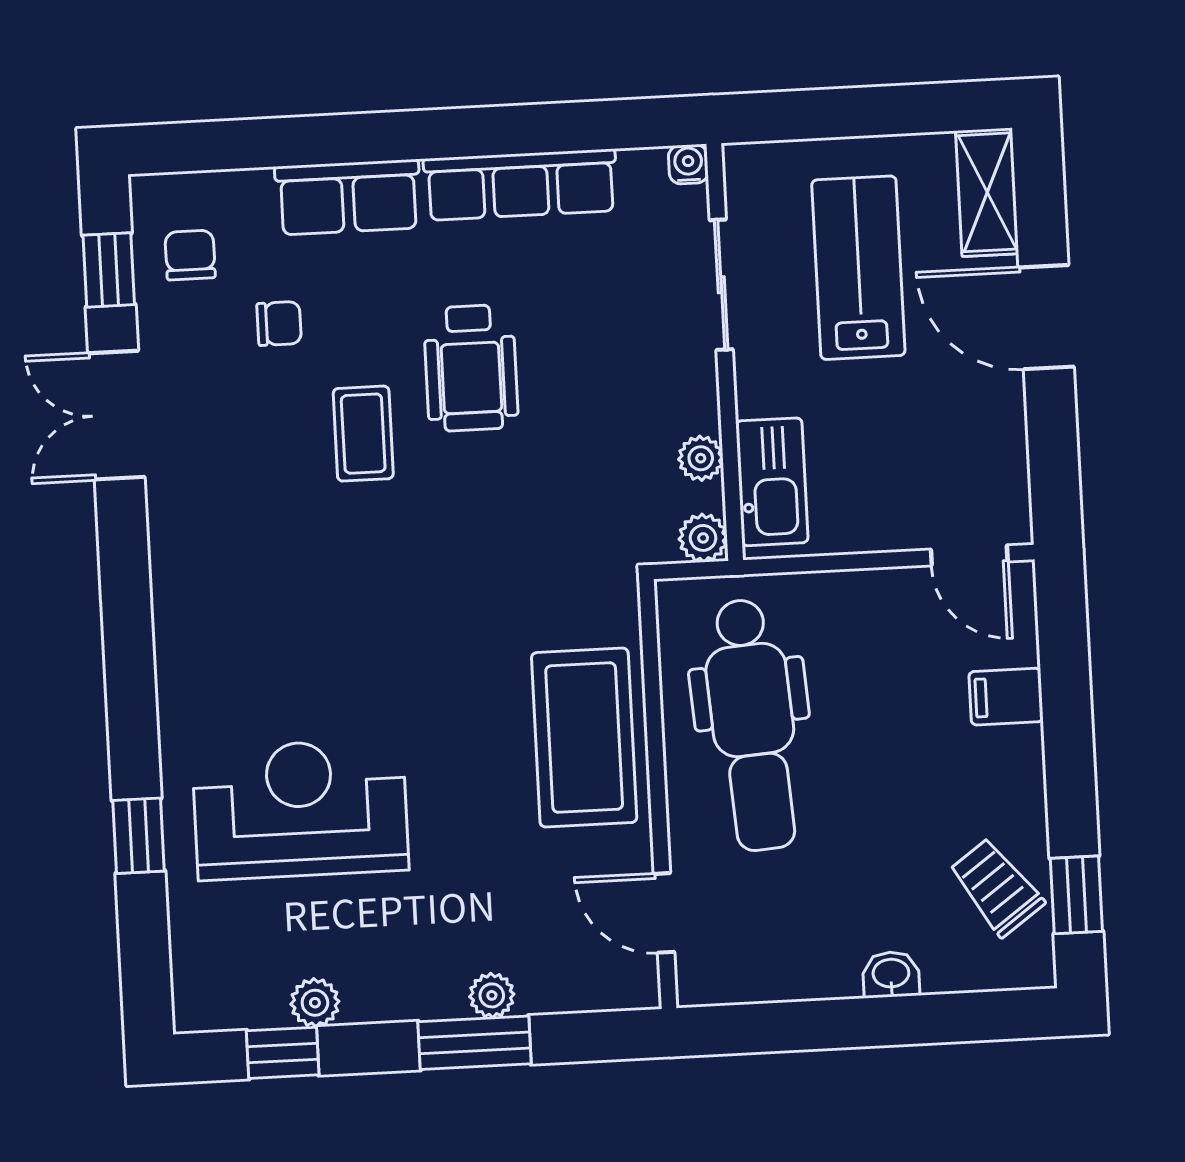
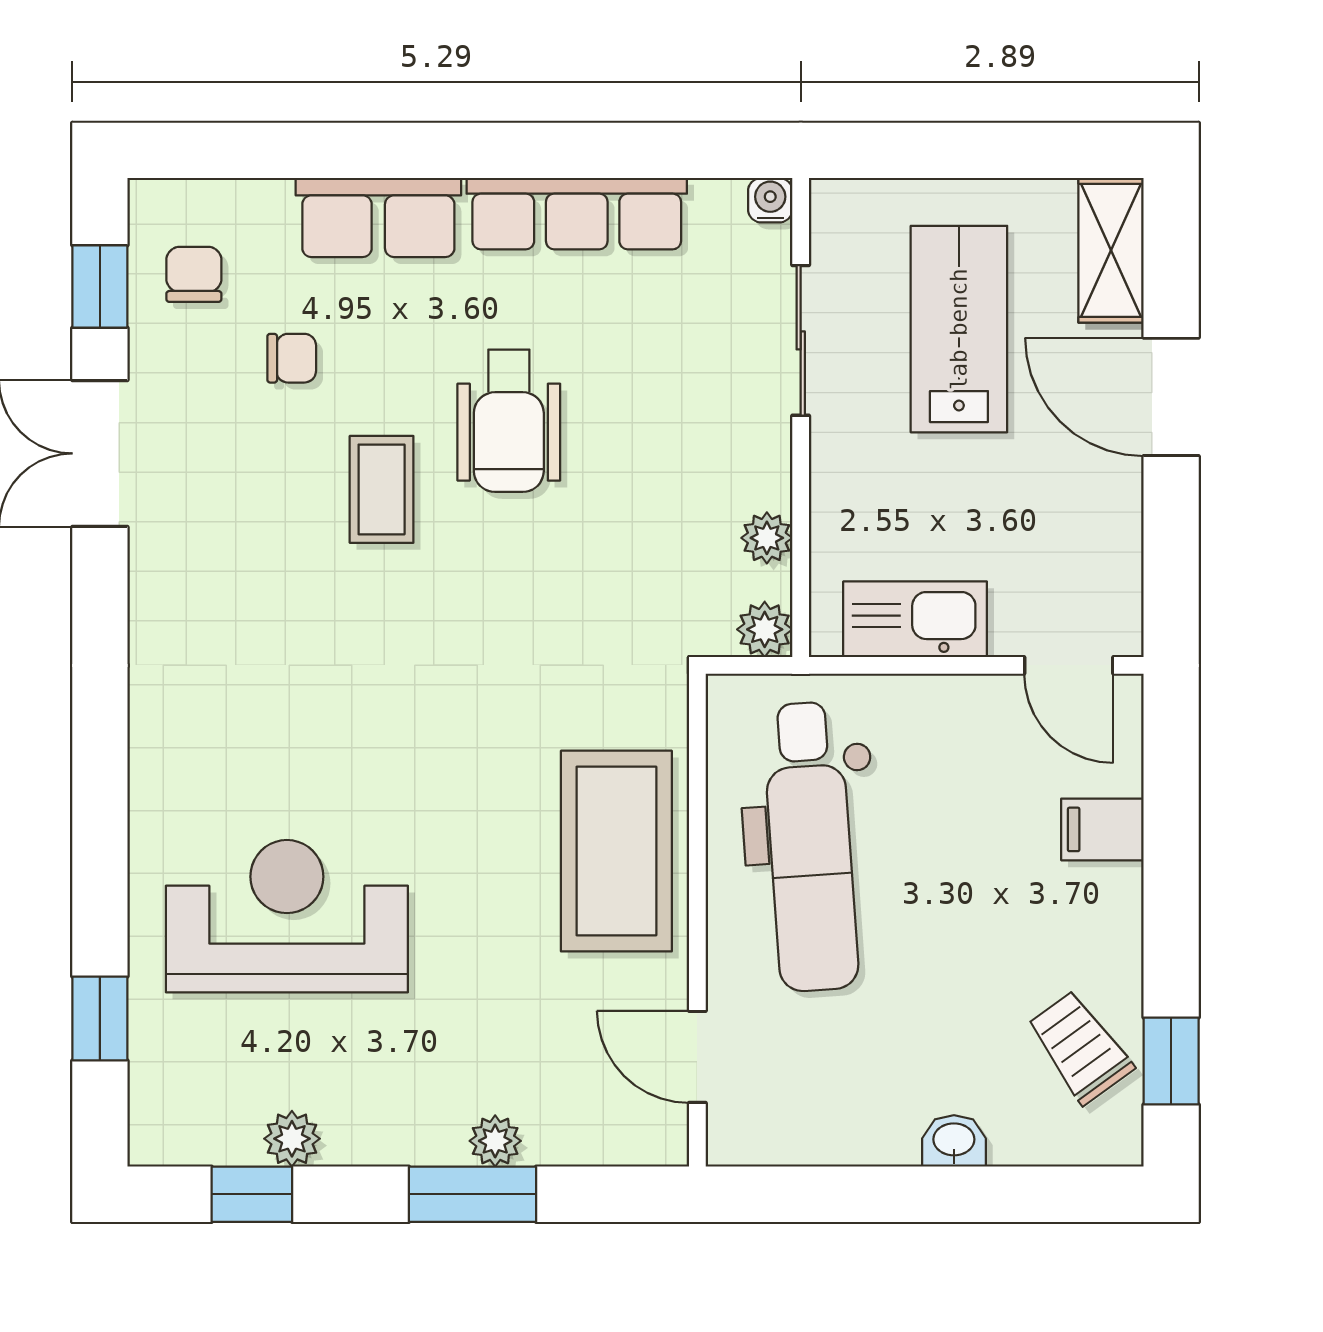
kitchen sink: (772, 482) -> (915, 619), moved, turned -90
window: (138, 836) -> (100, 1018), moved

